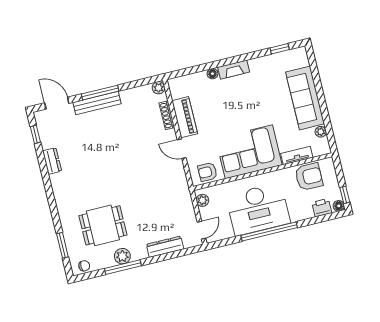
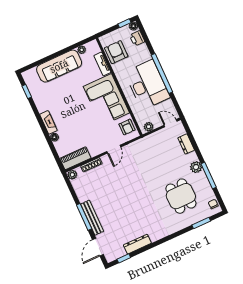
piano: (185, 117) -> (75, 158), moved
dresser: (52, 161) -> (137, 244), width x1.44
dresser: (165, 247) -> (186, 144), width x0.70
plant: (122, 256) -> (196, 167), moved

